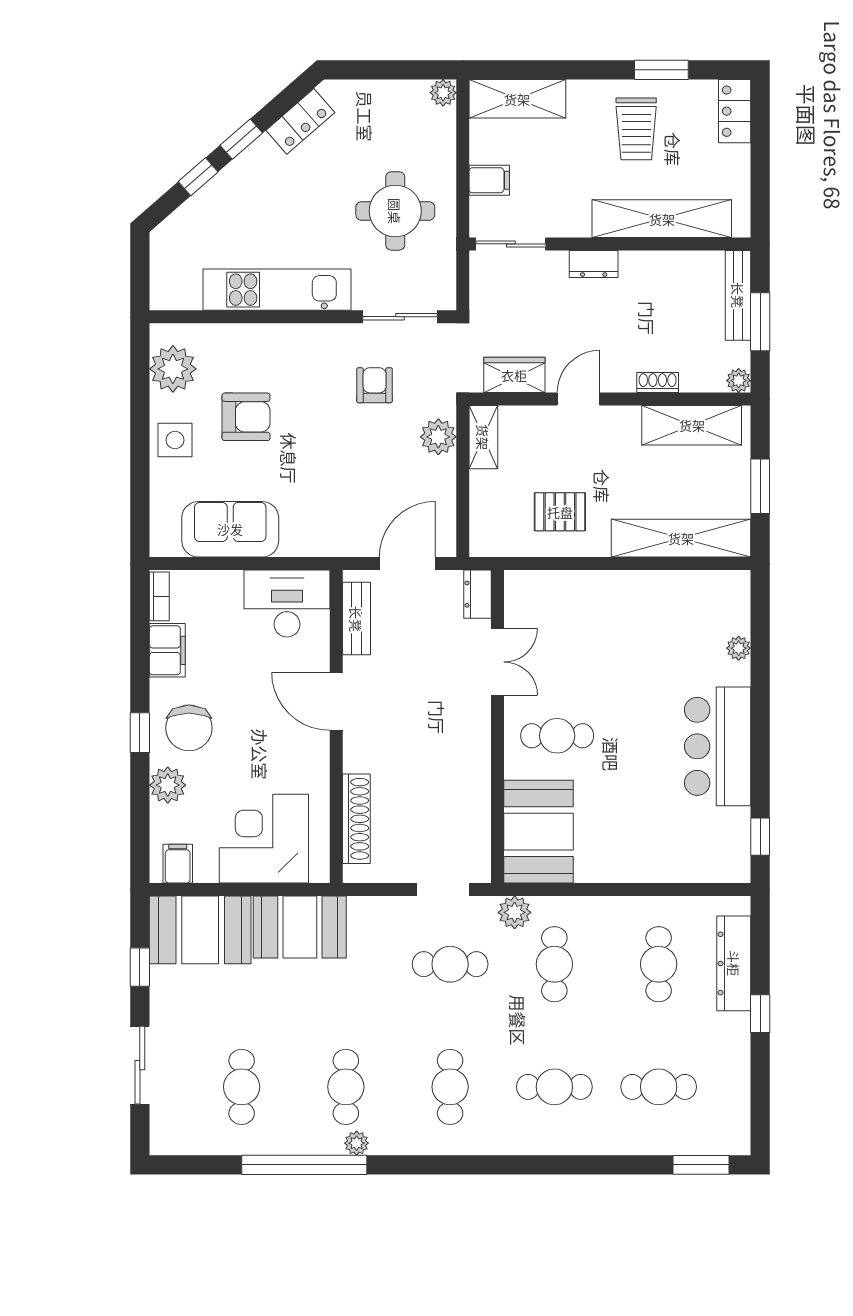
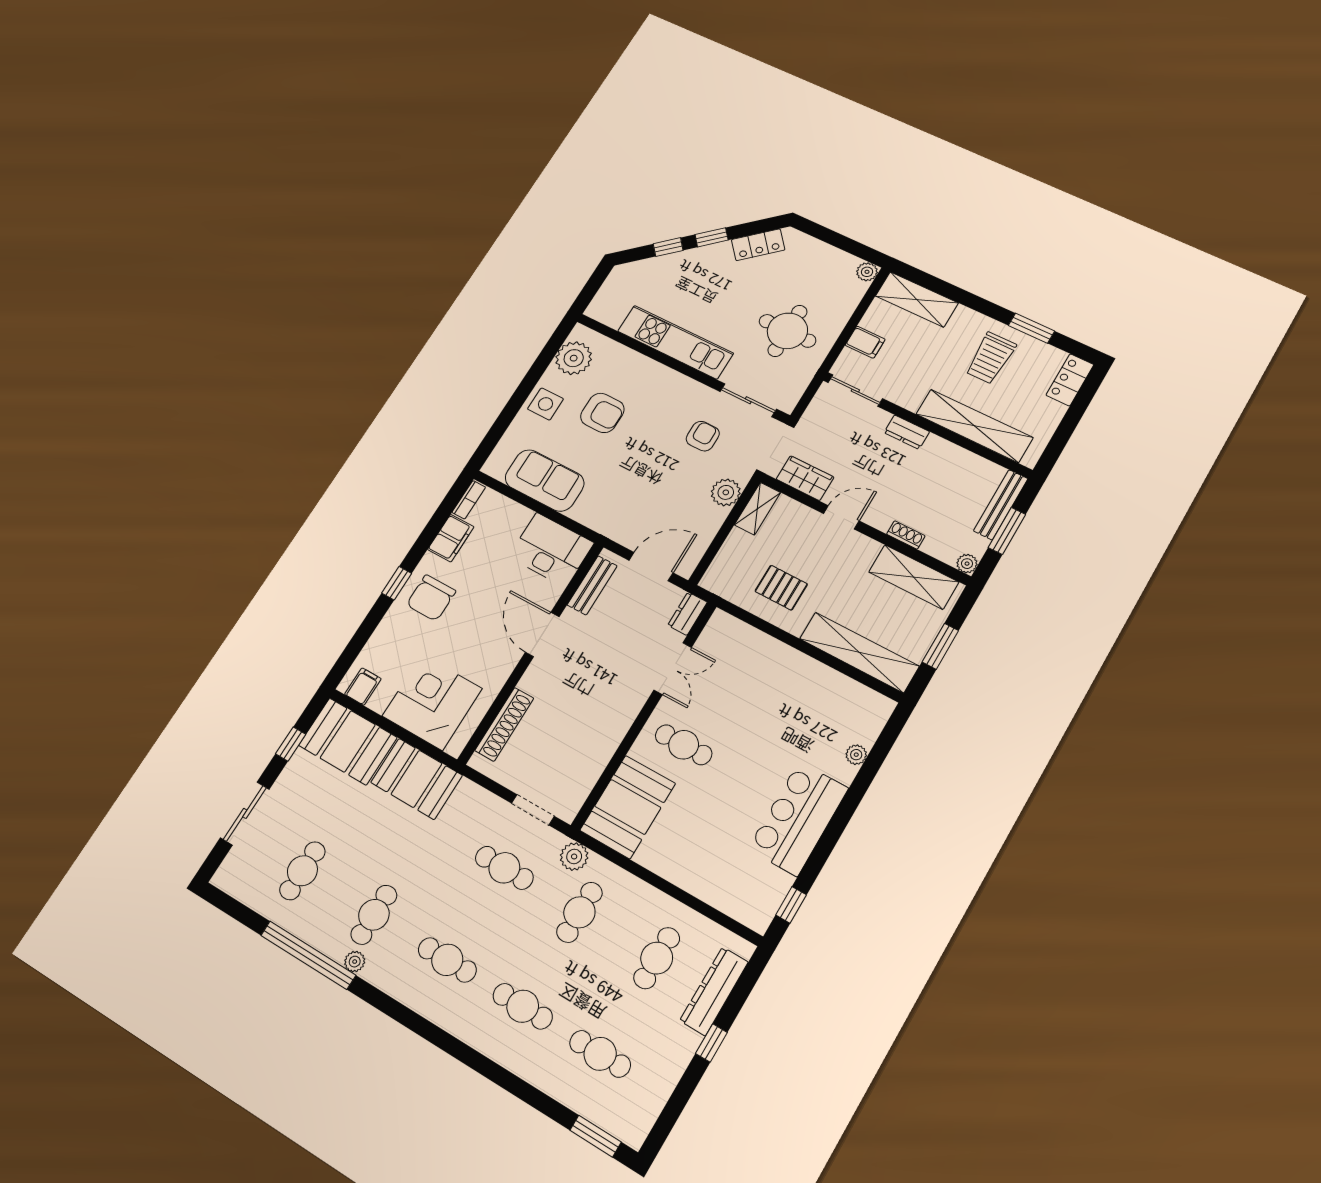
plant: (168, 785) -> (392, 629), removed
cafe table: (450, 1087) -> (447, 960), turned 90

